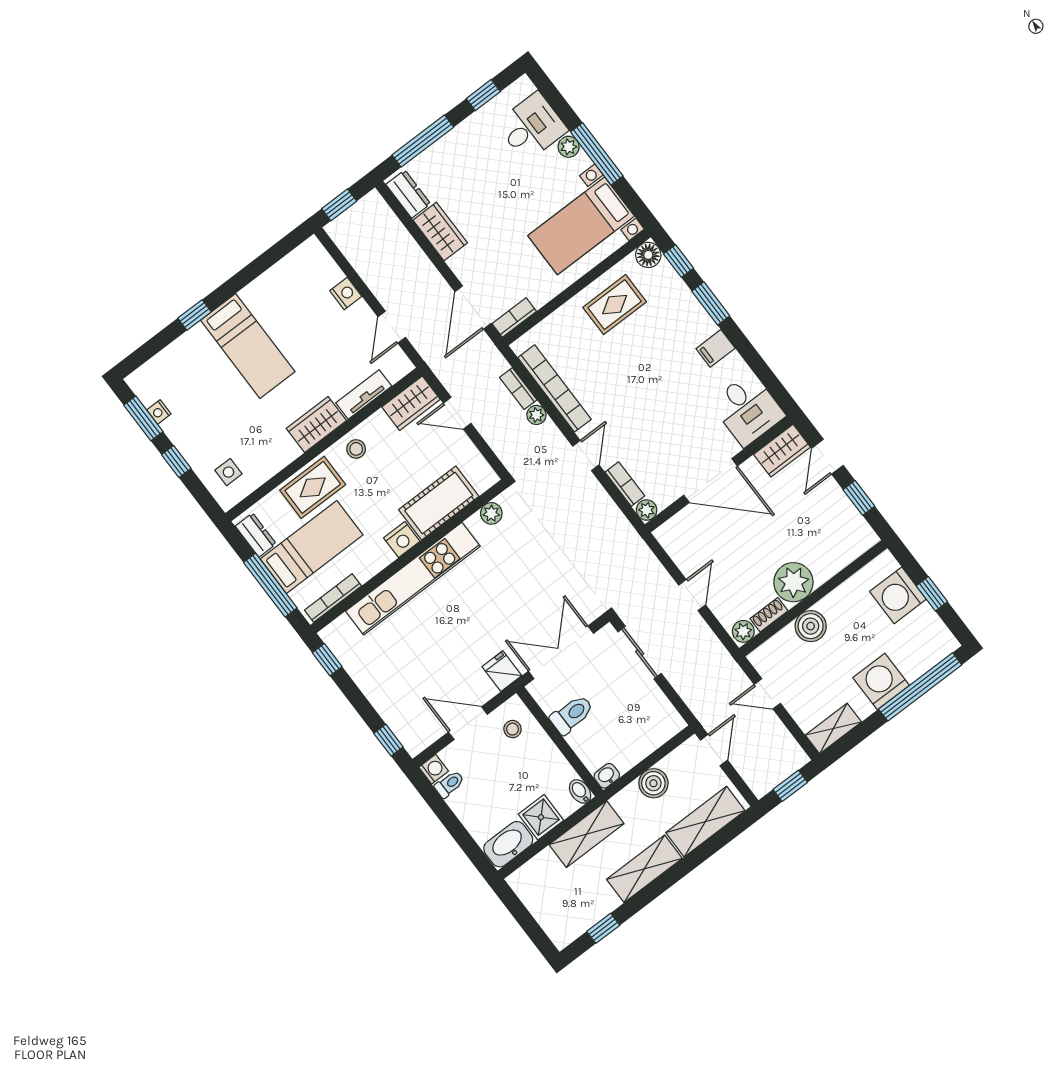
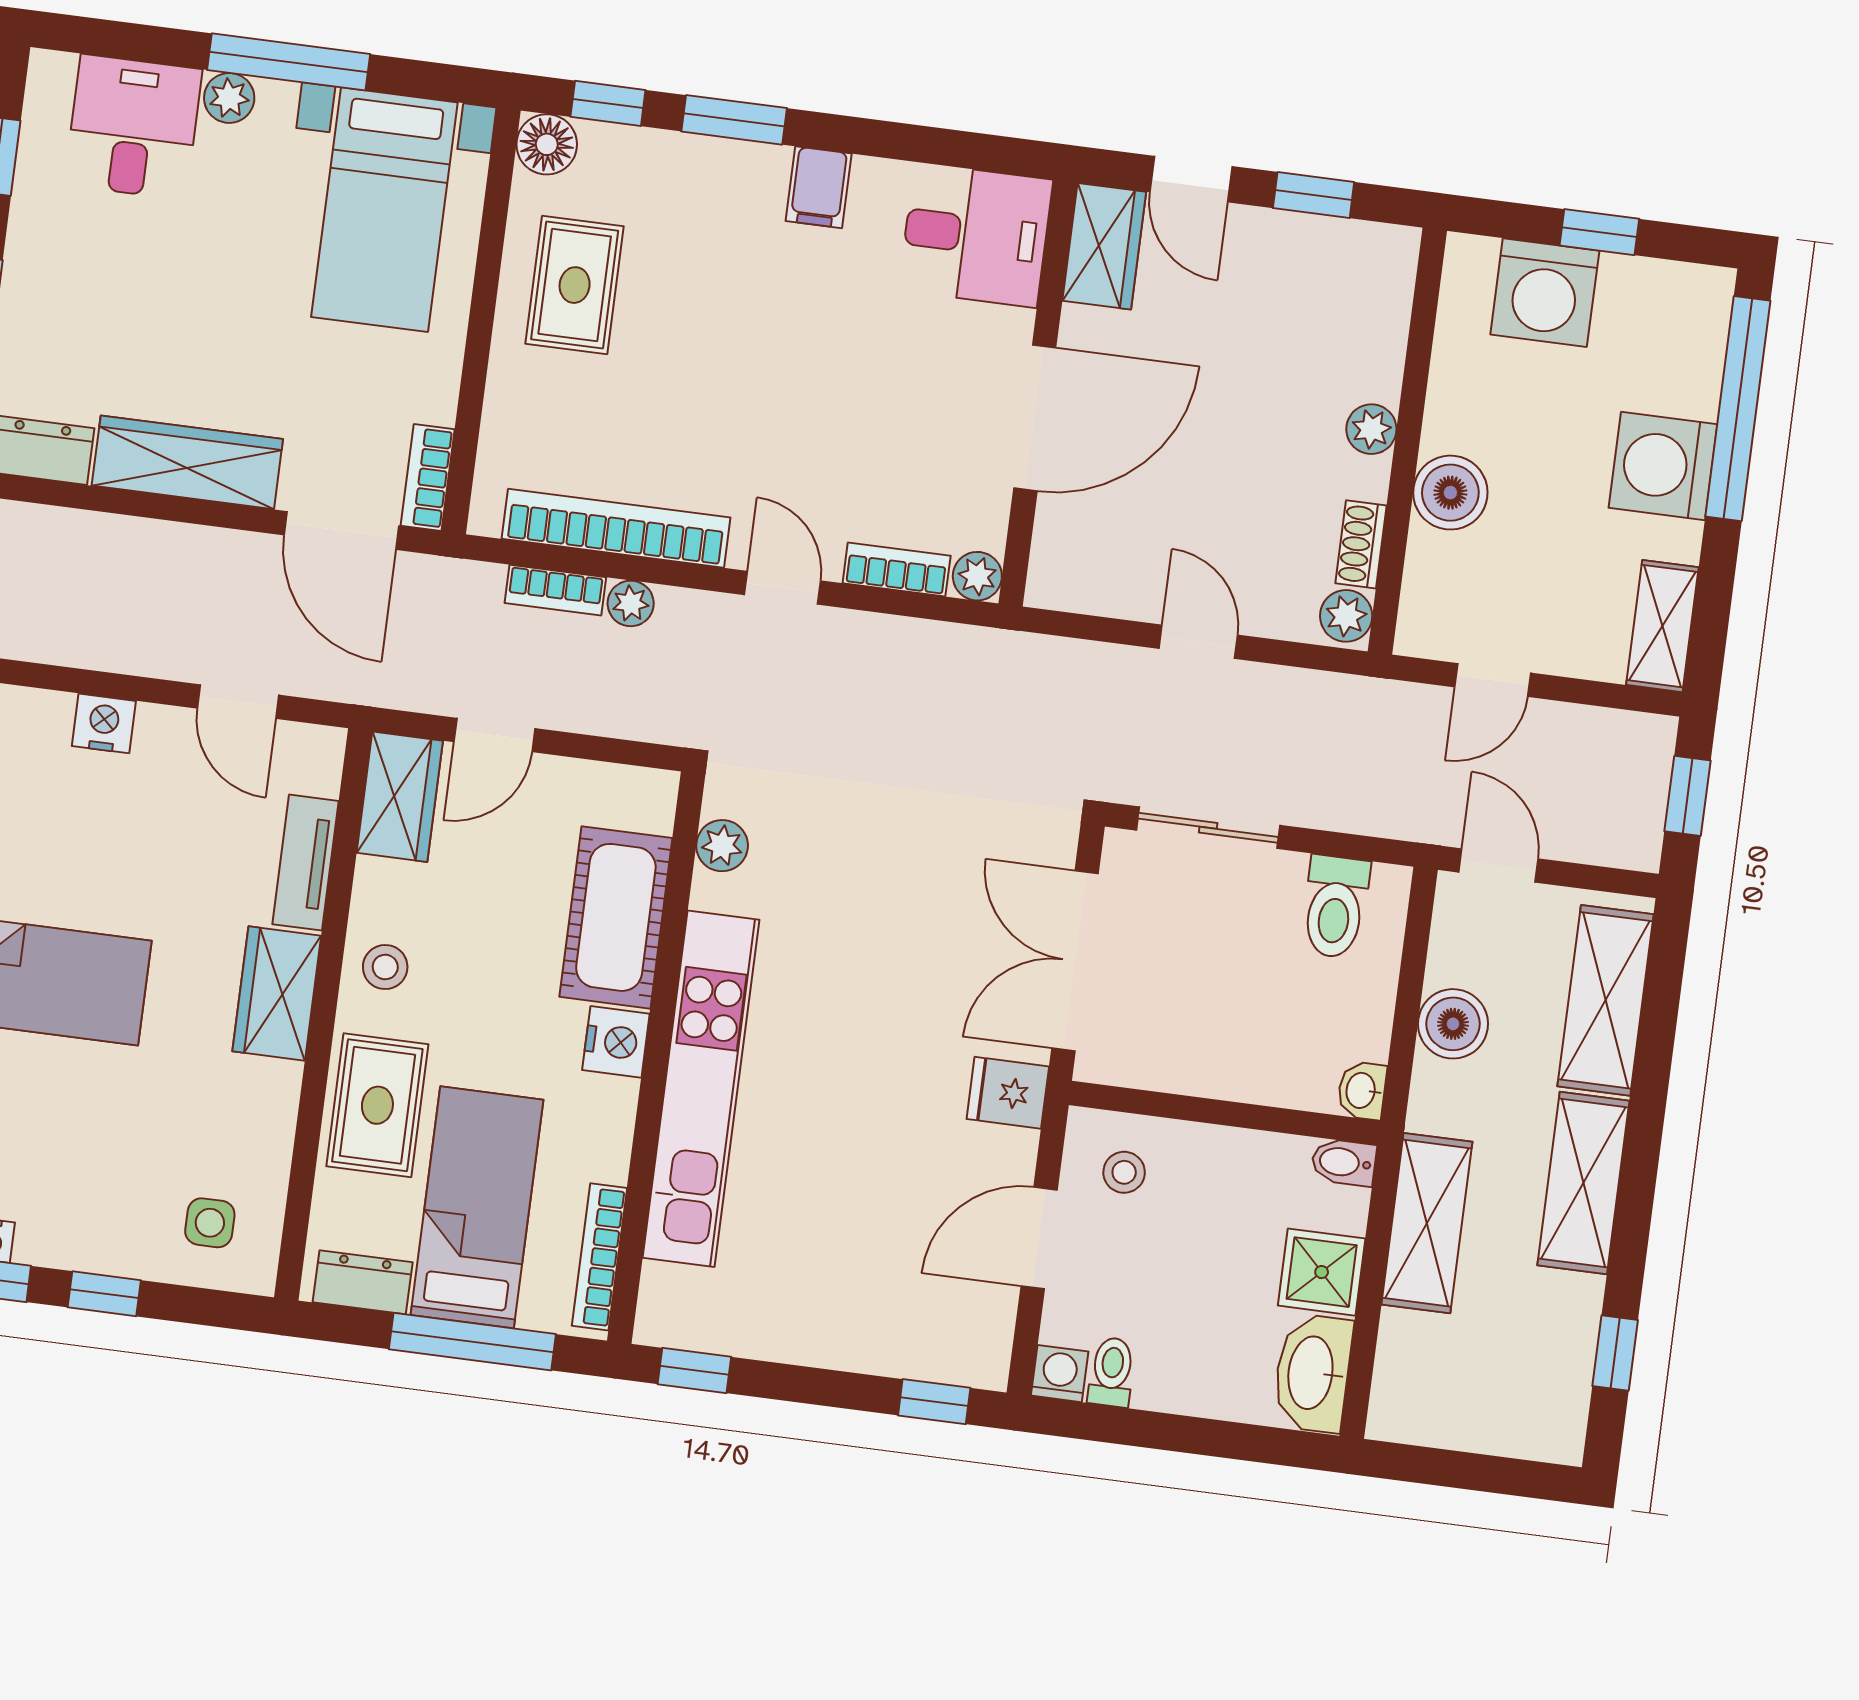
wardrobe: (440, 231) -> (187, 462), width x1.50
plant: (793, 582) -> (1371, 429), width x0.53, depth x0.53
toilet: (572, 715) -> (1335, 907), moved, turned 180

